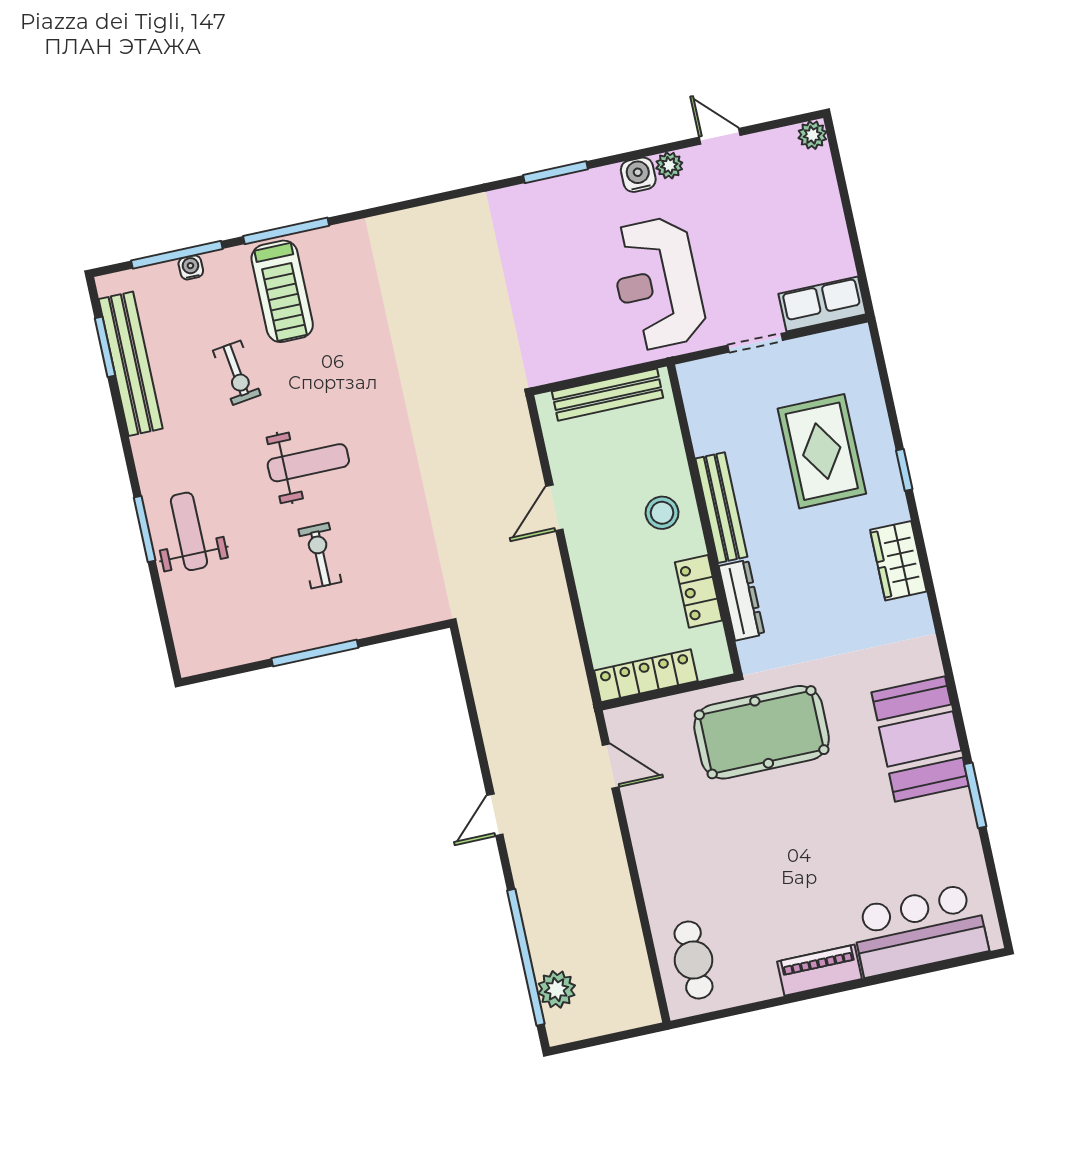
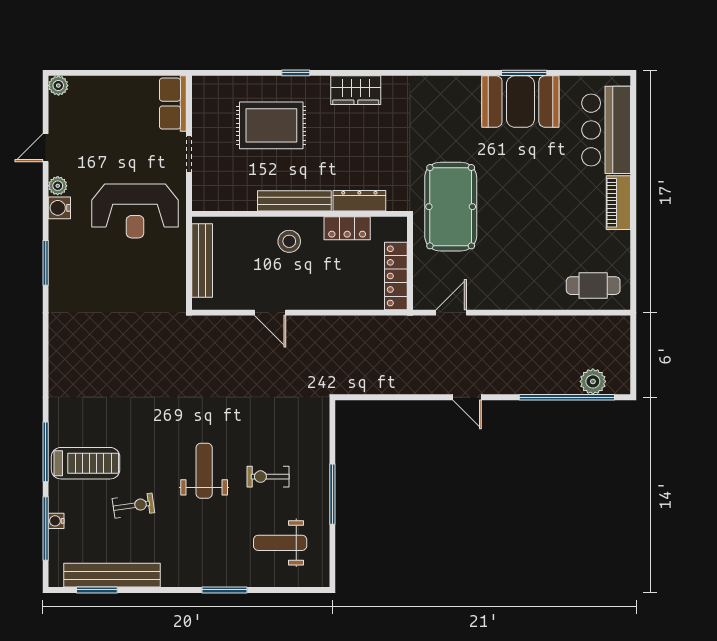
weight bench: (189, 531) -> (280, 543), moved
booth: (920, 739) -> (520, 102), moved

